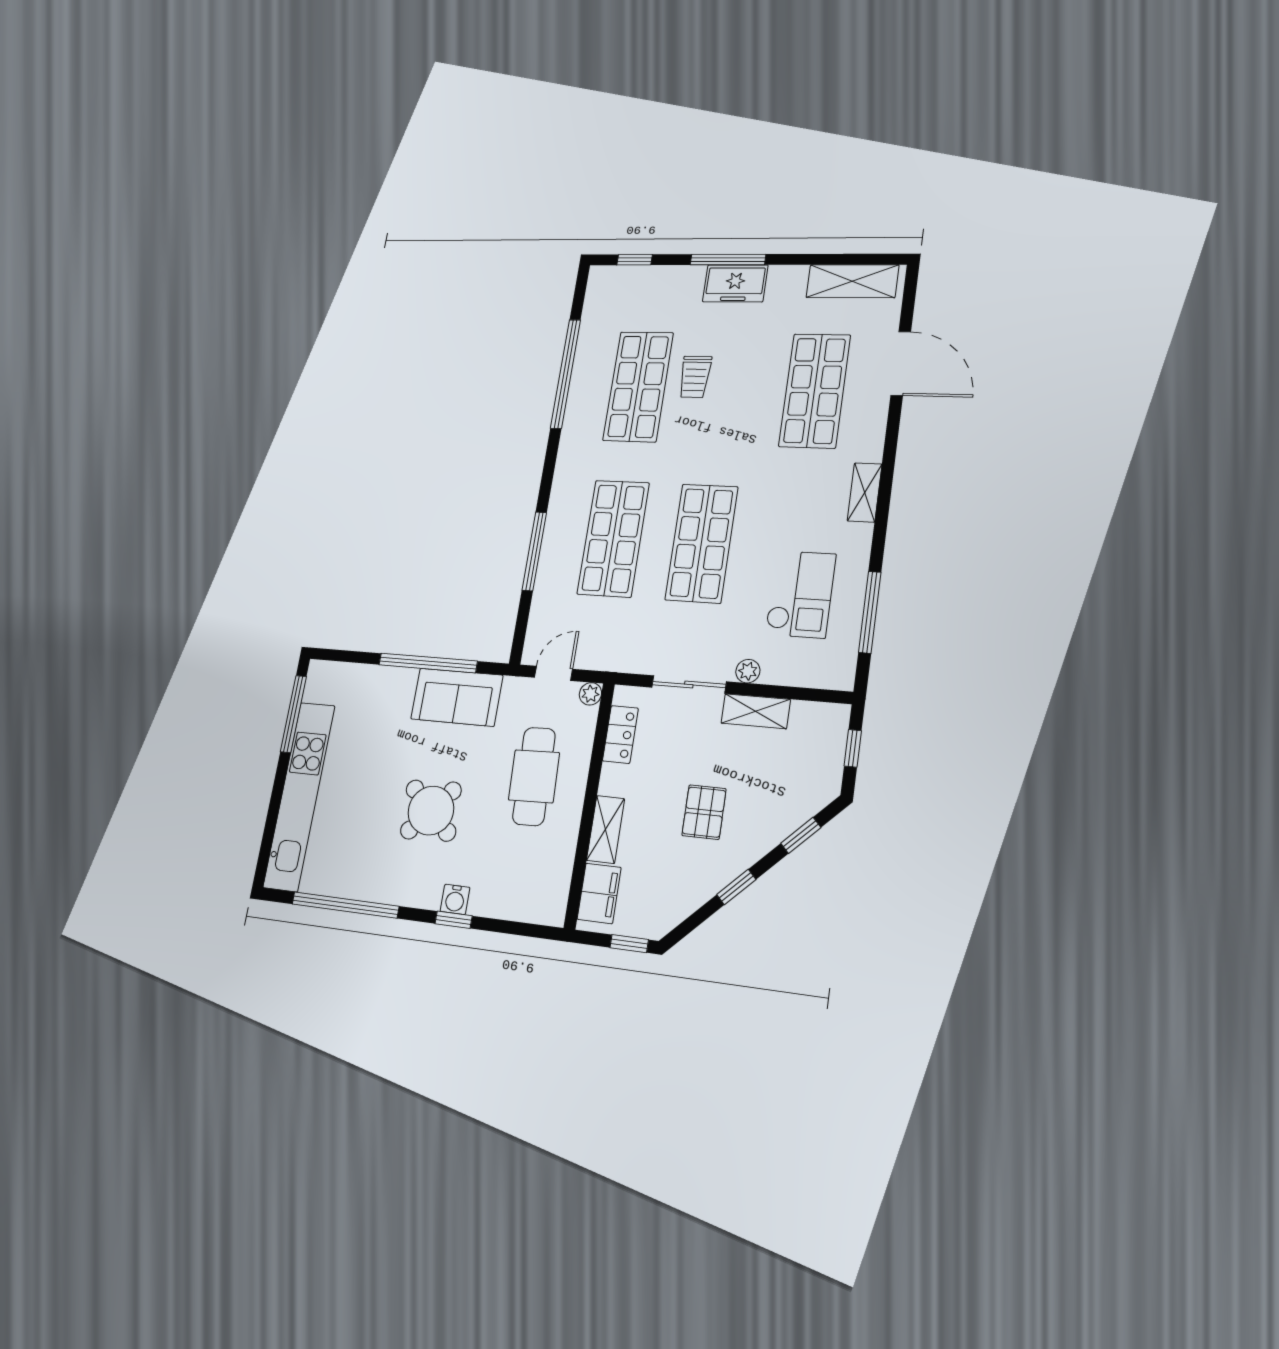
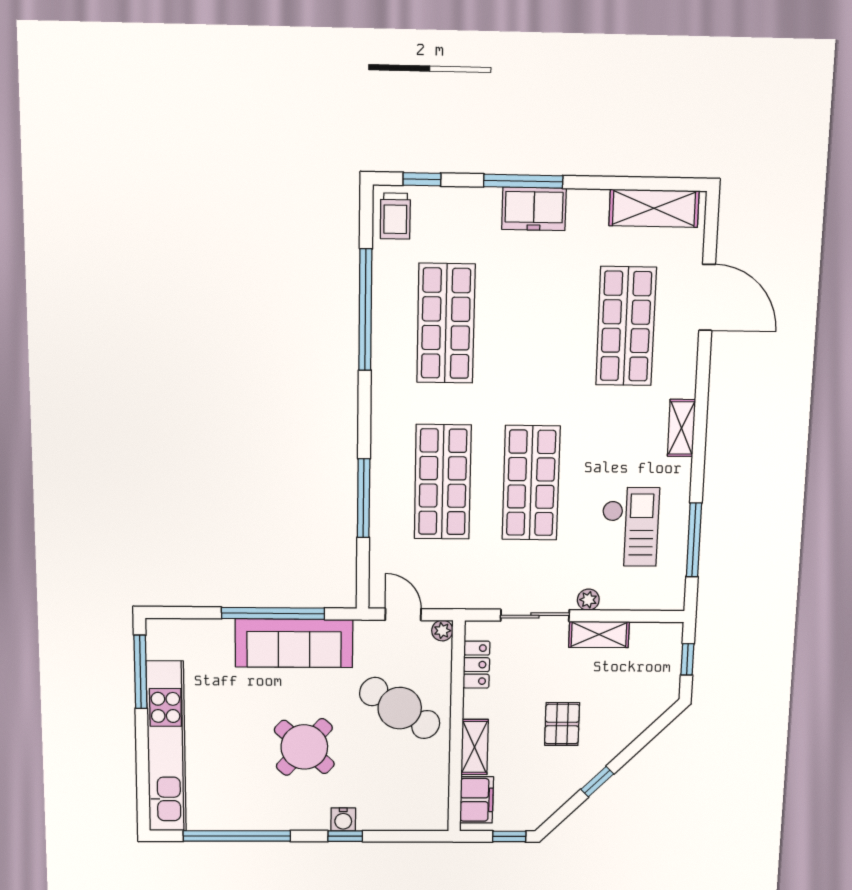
trolley: (695, 377) -> (395, 216), moved
door: (553, 673) -> (403, 614), hinge flipped
sofa: (457, 697) -> (294, 643), width x1.36
cafe table: (534, 776) -> (400, 708), turned -55
window: (801, 835) -> (649, 735), removed

